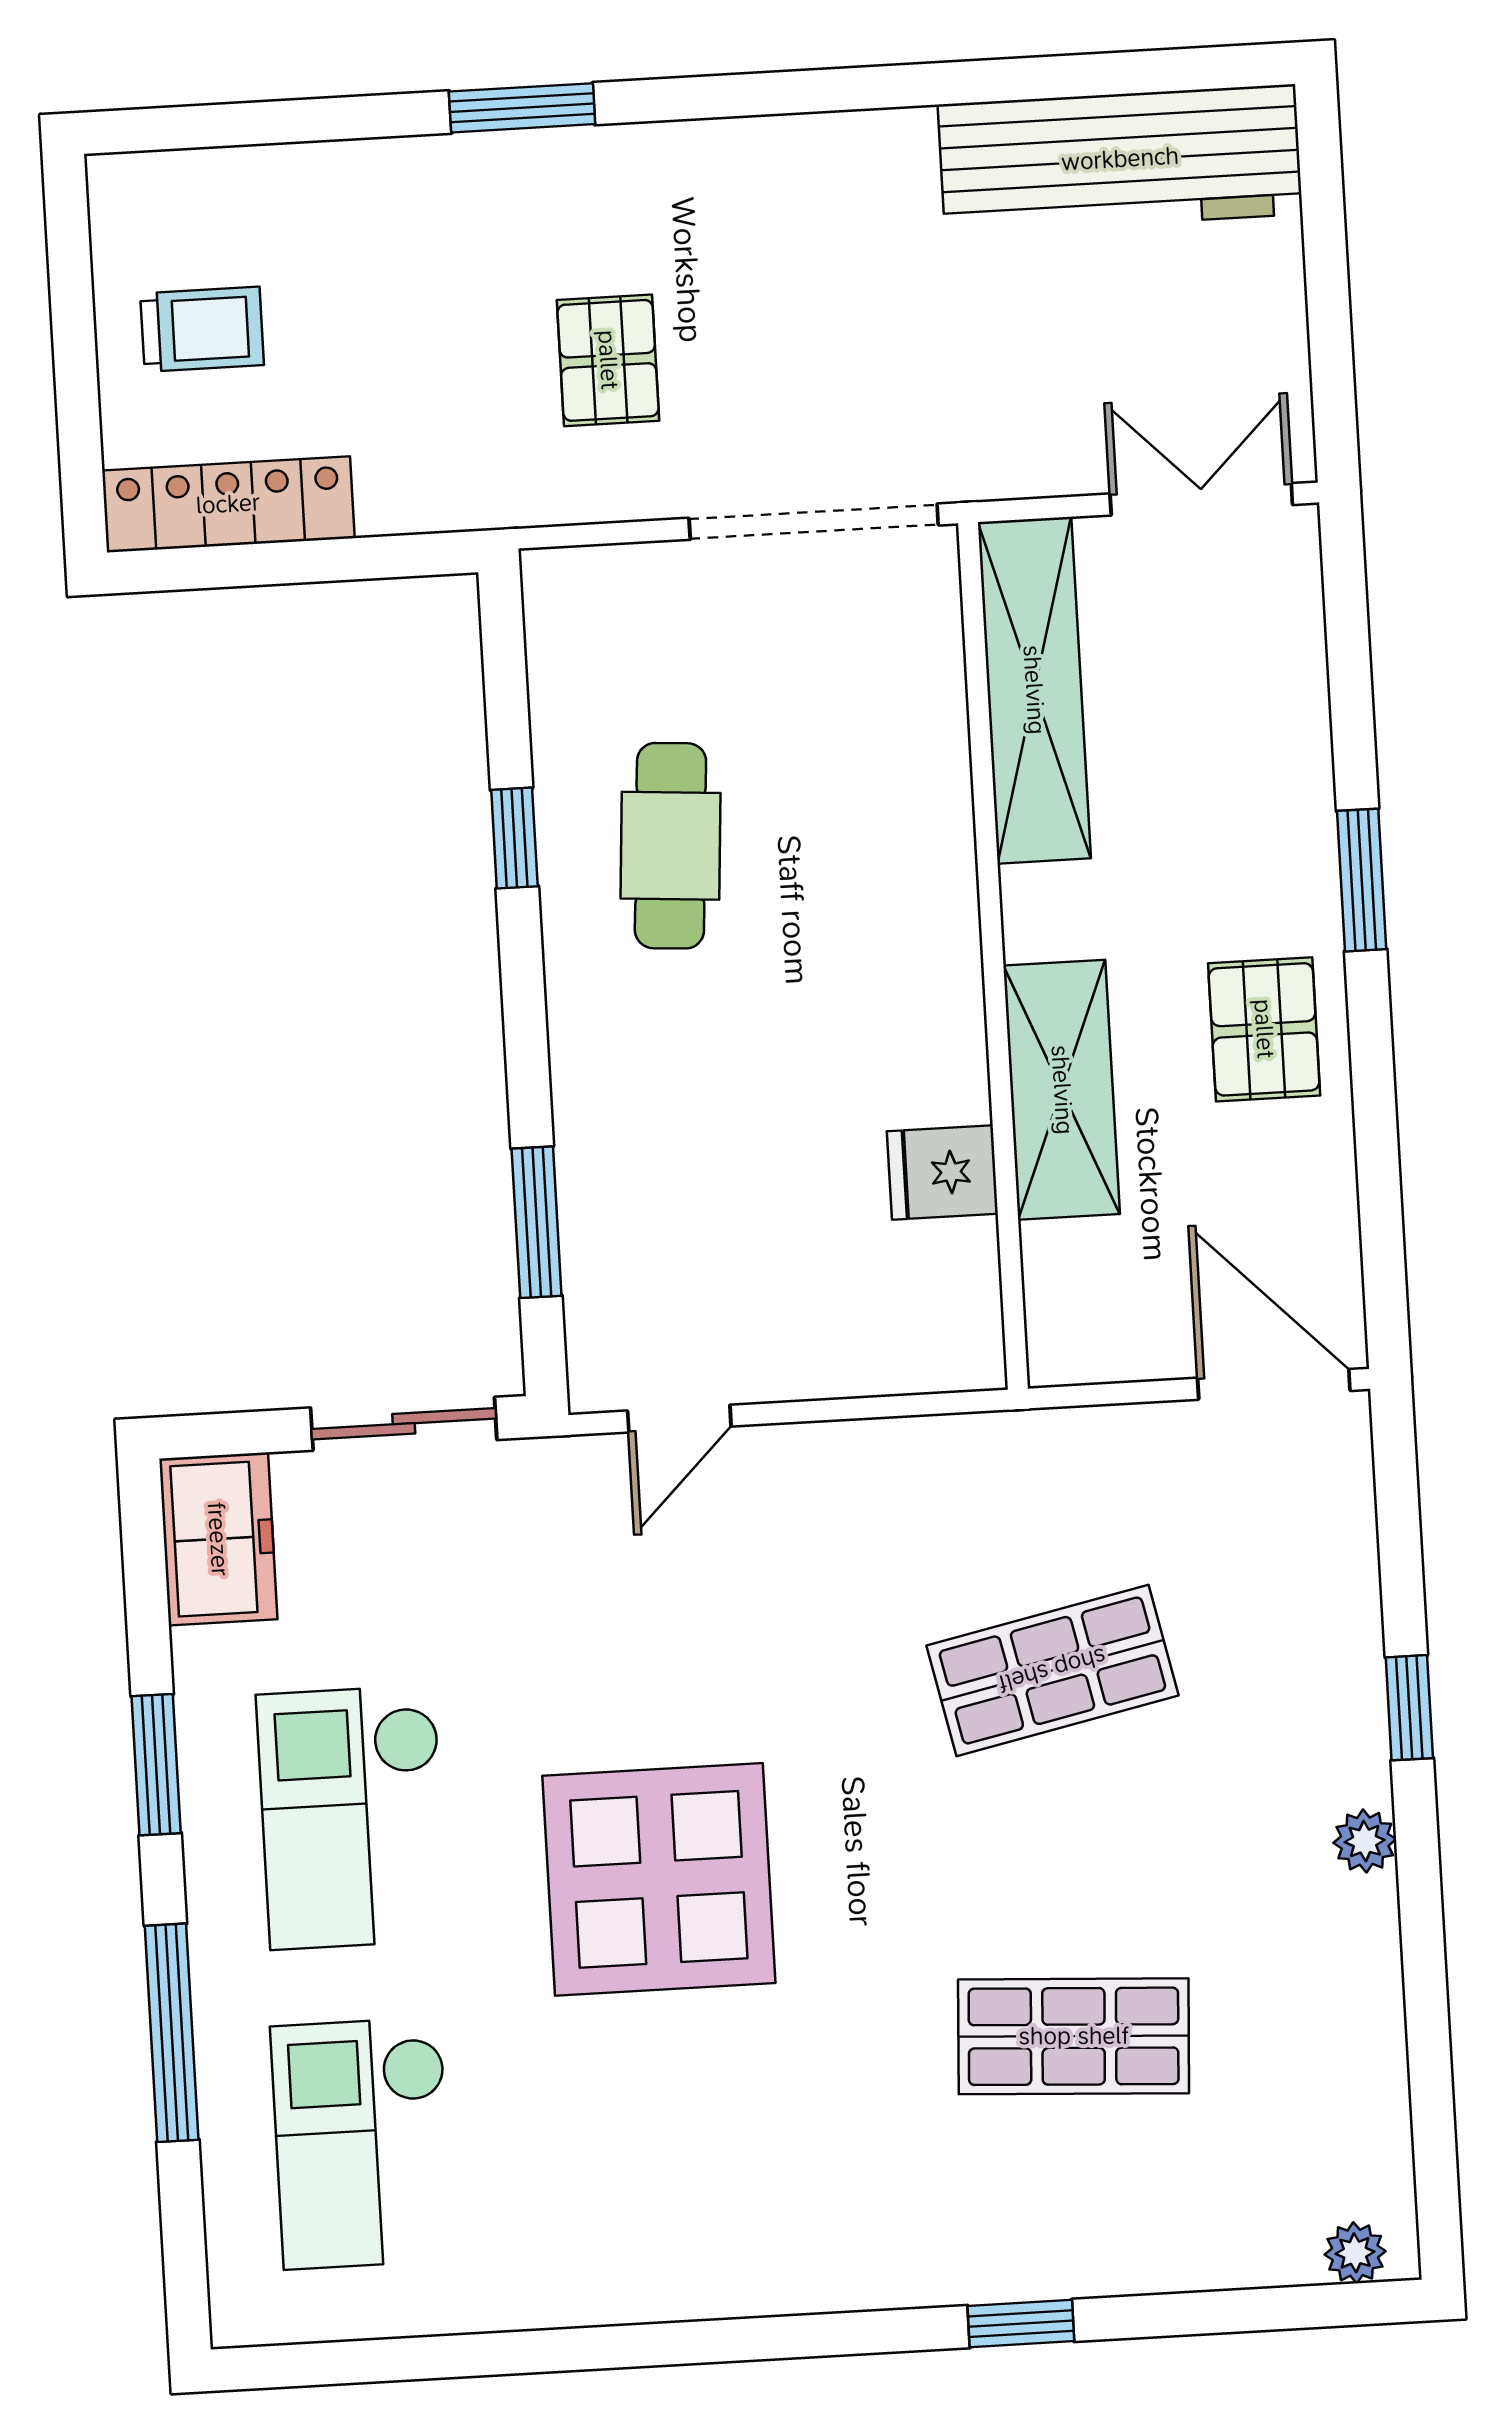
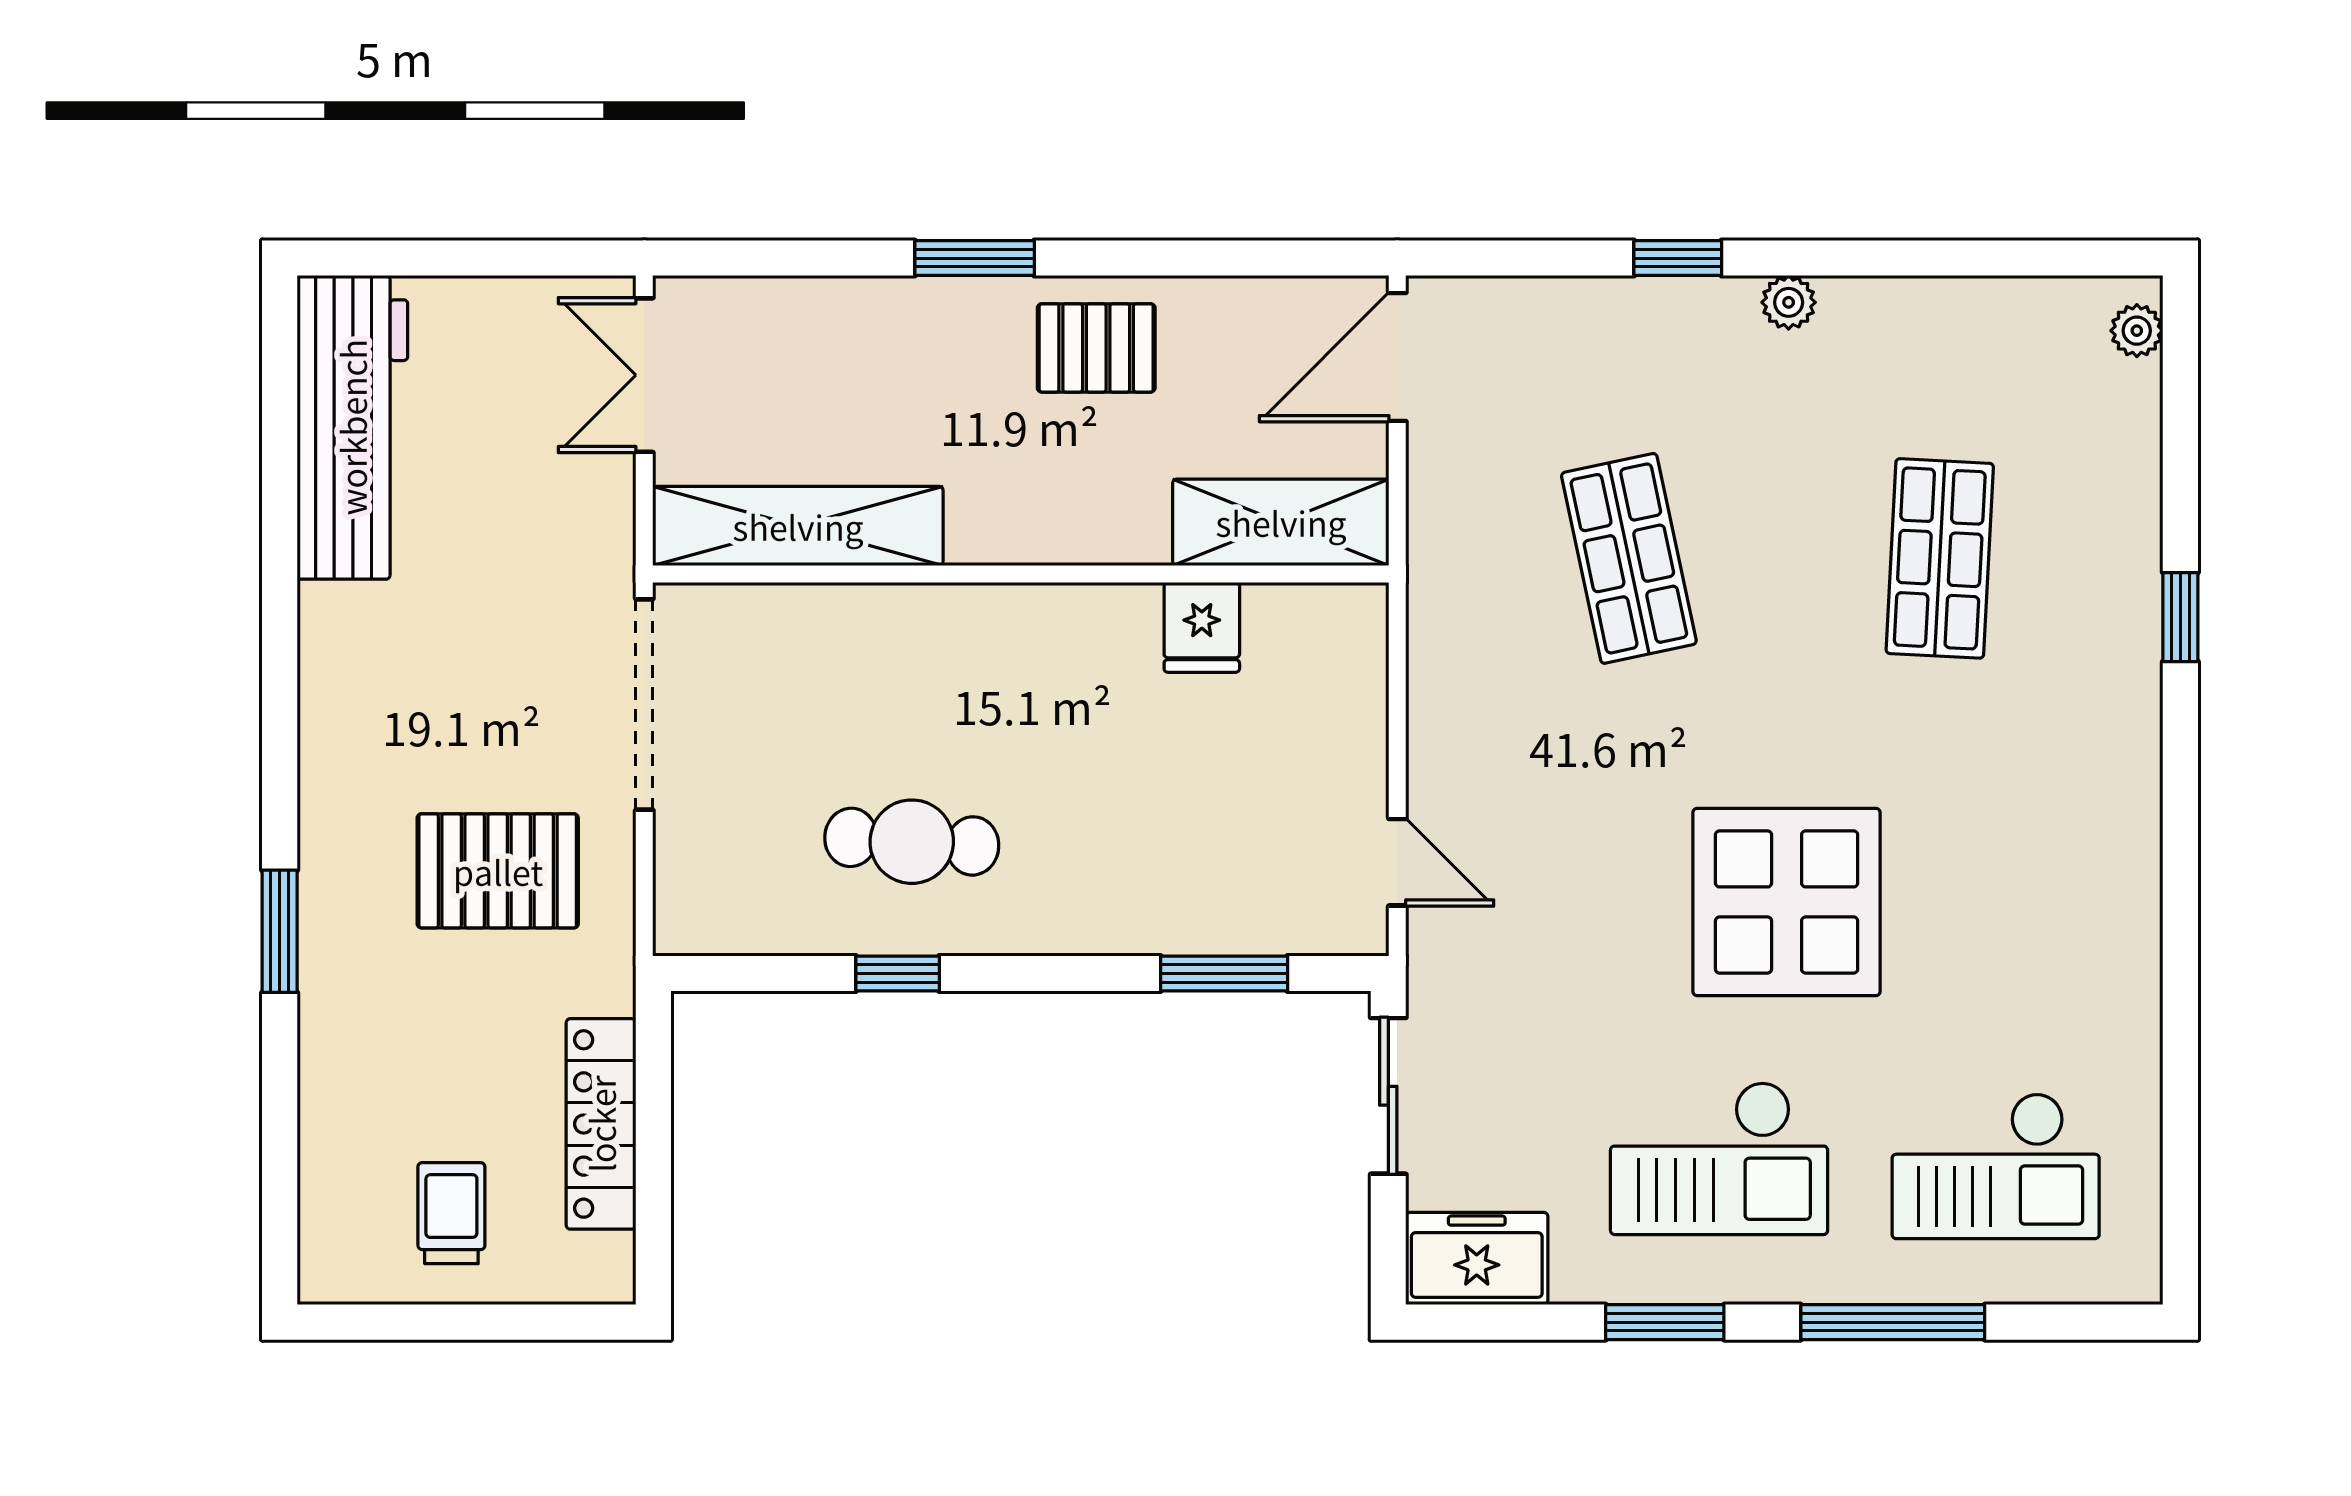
pallet: (608, 360) -> (498, 871), width x1.50, depth x1.42
locker: (228, 504) -> (601, 1124), moved
shelving: (1062, 1090) -> (1281, 522), moved

